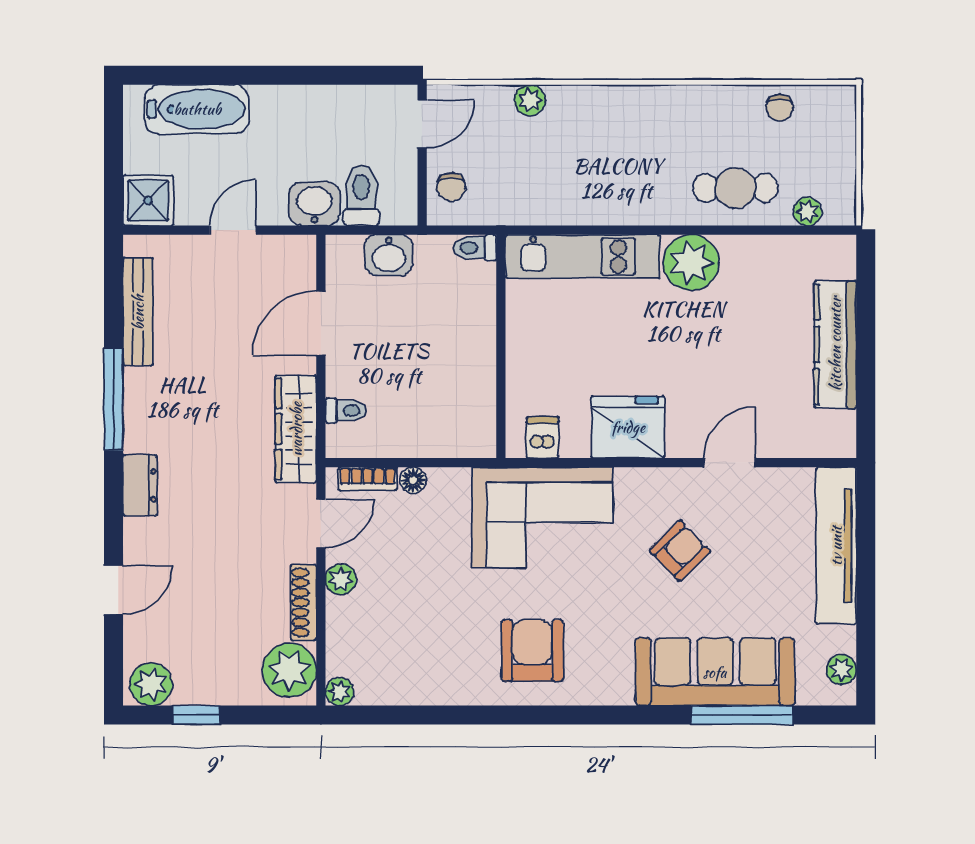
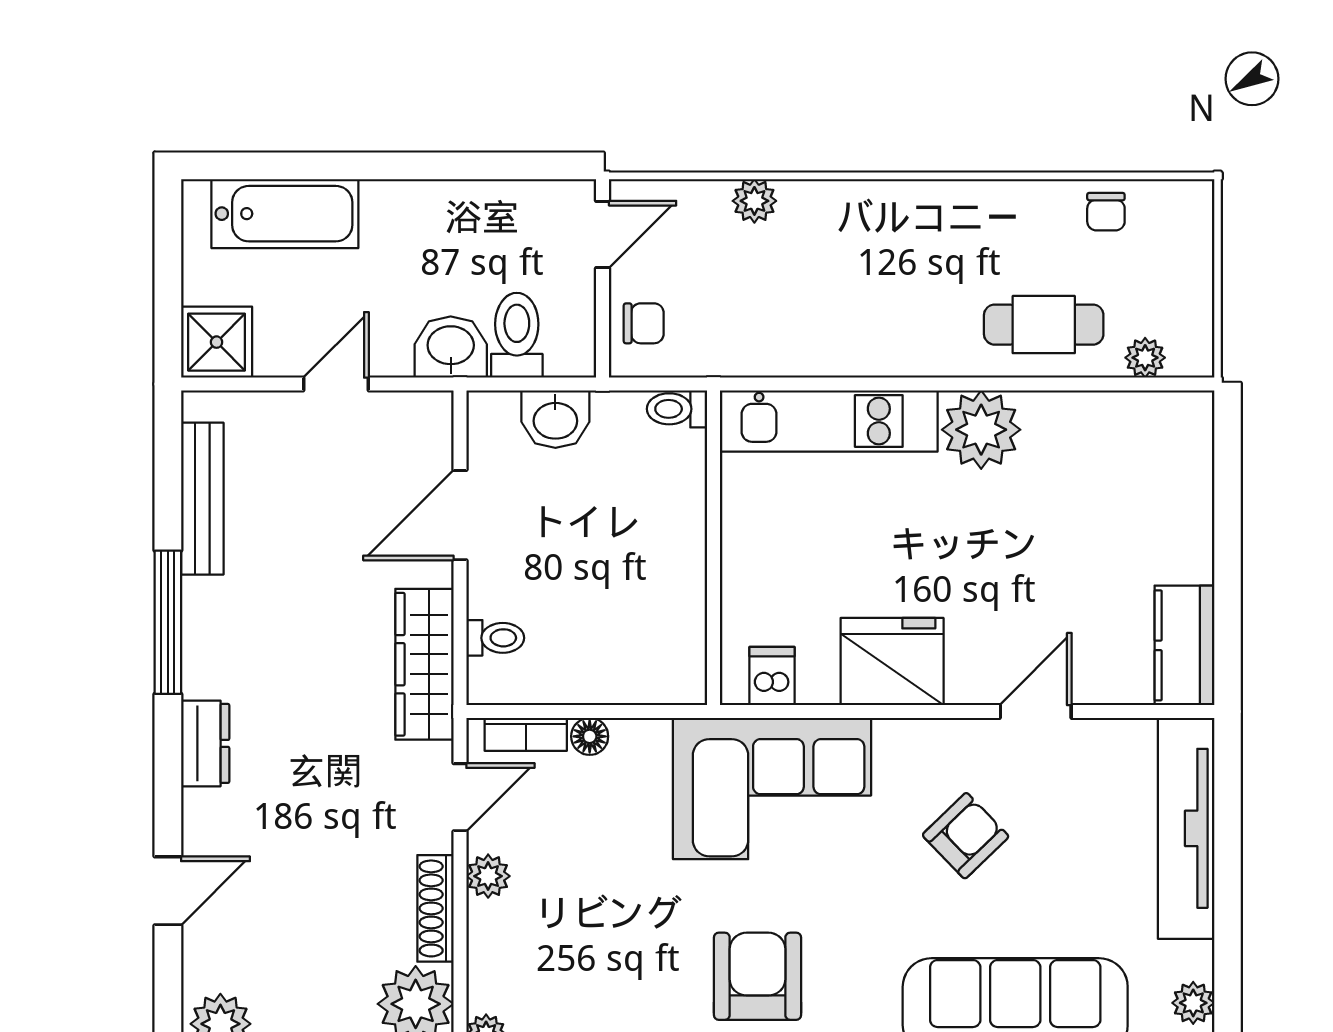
chair: (451, 187) -> (644, 323), turned -90
kitchen counter: (835, 344) -> (1184, 645), moved, width x0.67

